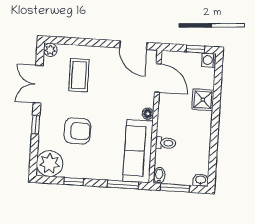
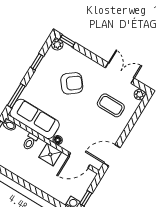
shower: (203, 100) -> (50, 154), moved
window: (36, 125) -> (67, 41), moved
armchair: (77, 131) -> (72, 83), turned -128
plant: (50, 164) -> (57, 44), width x0.53, depth x0.53

